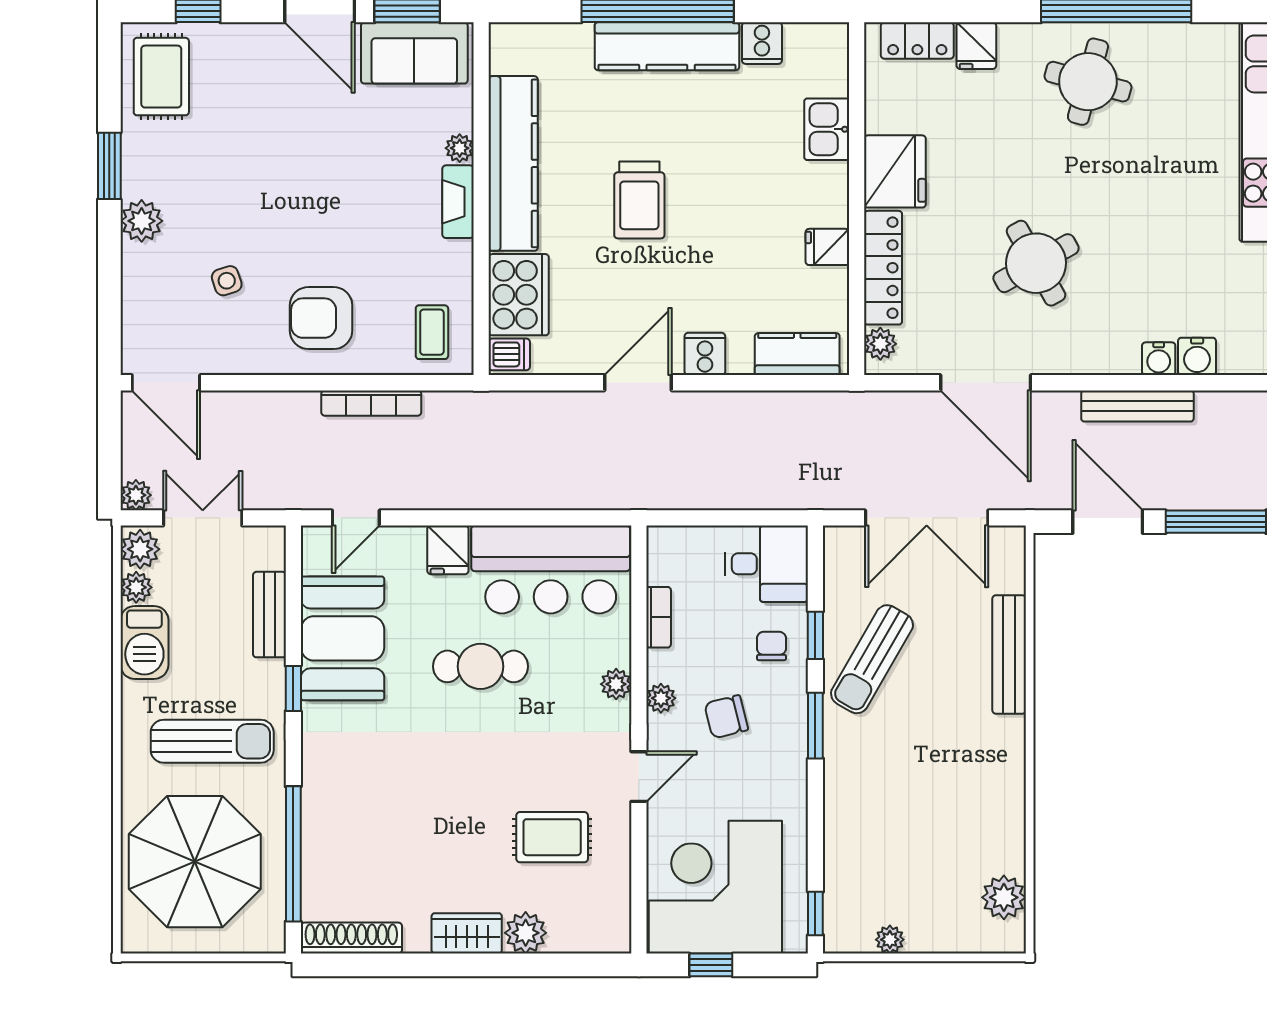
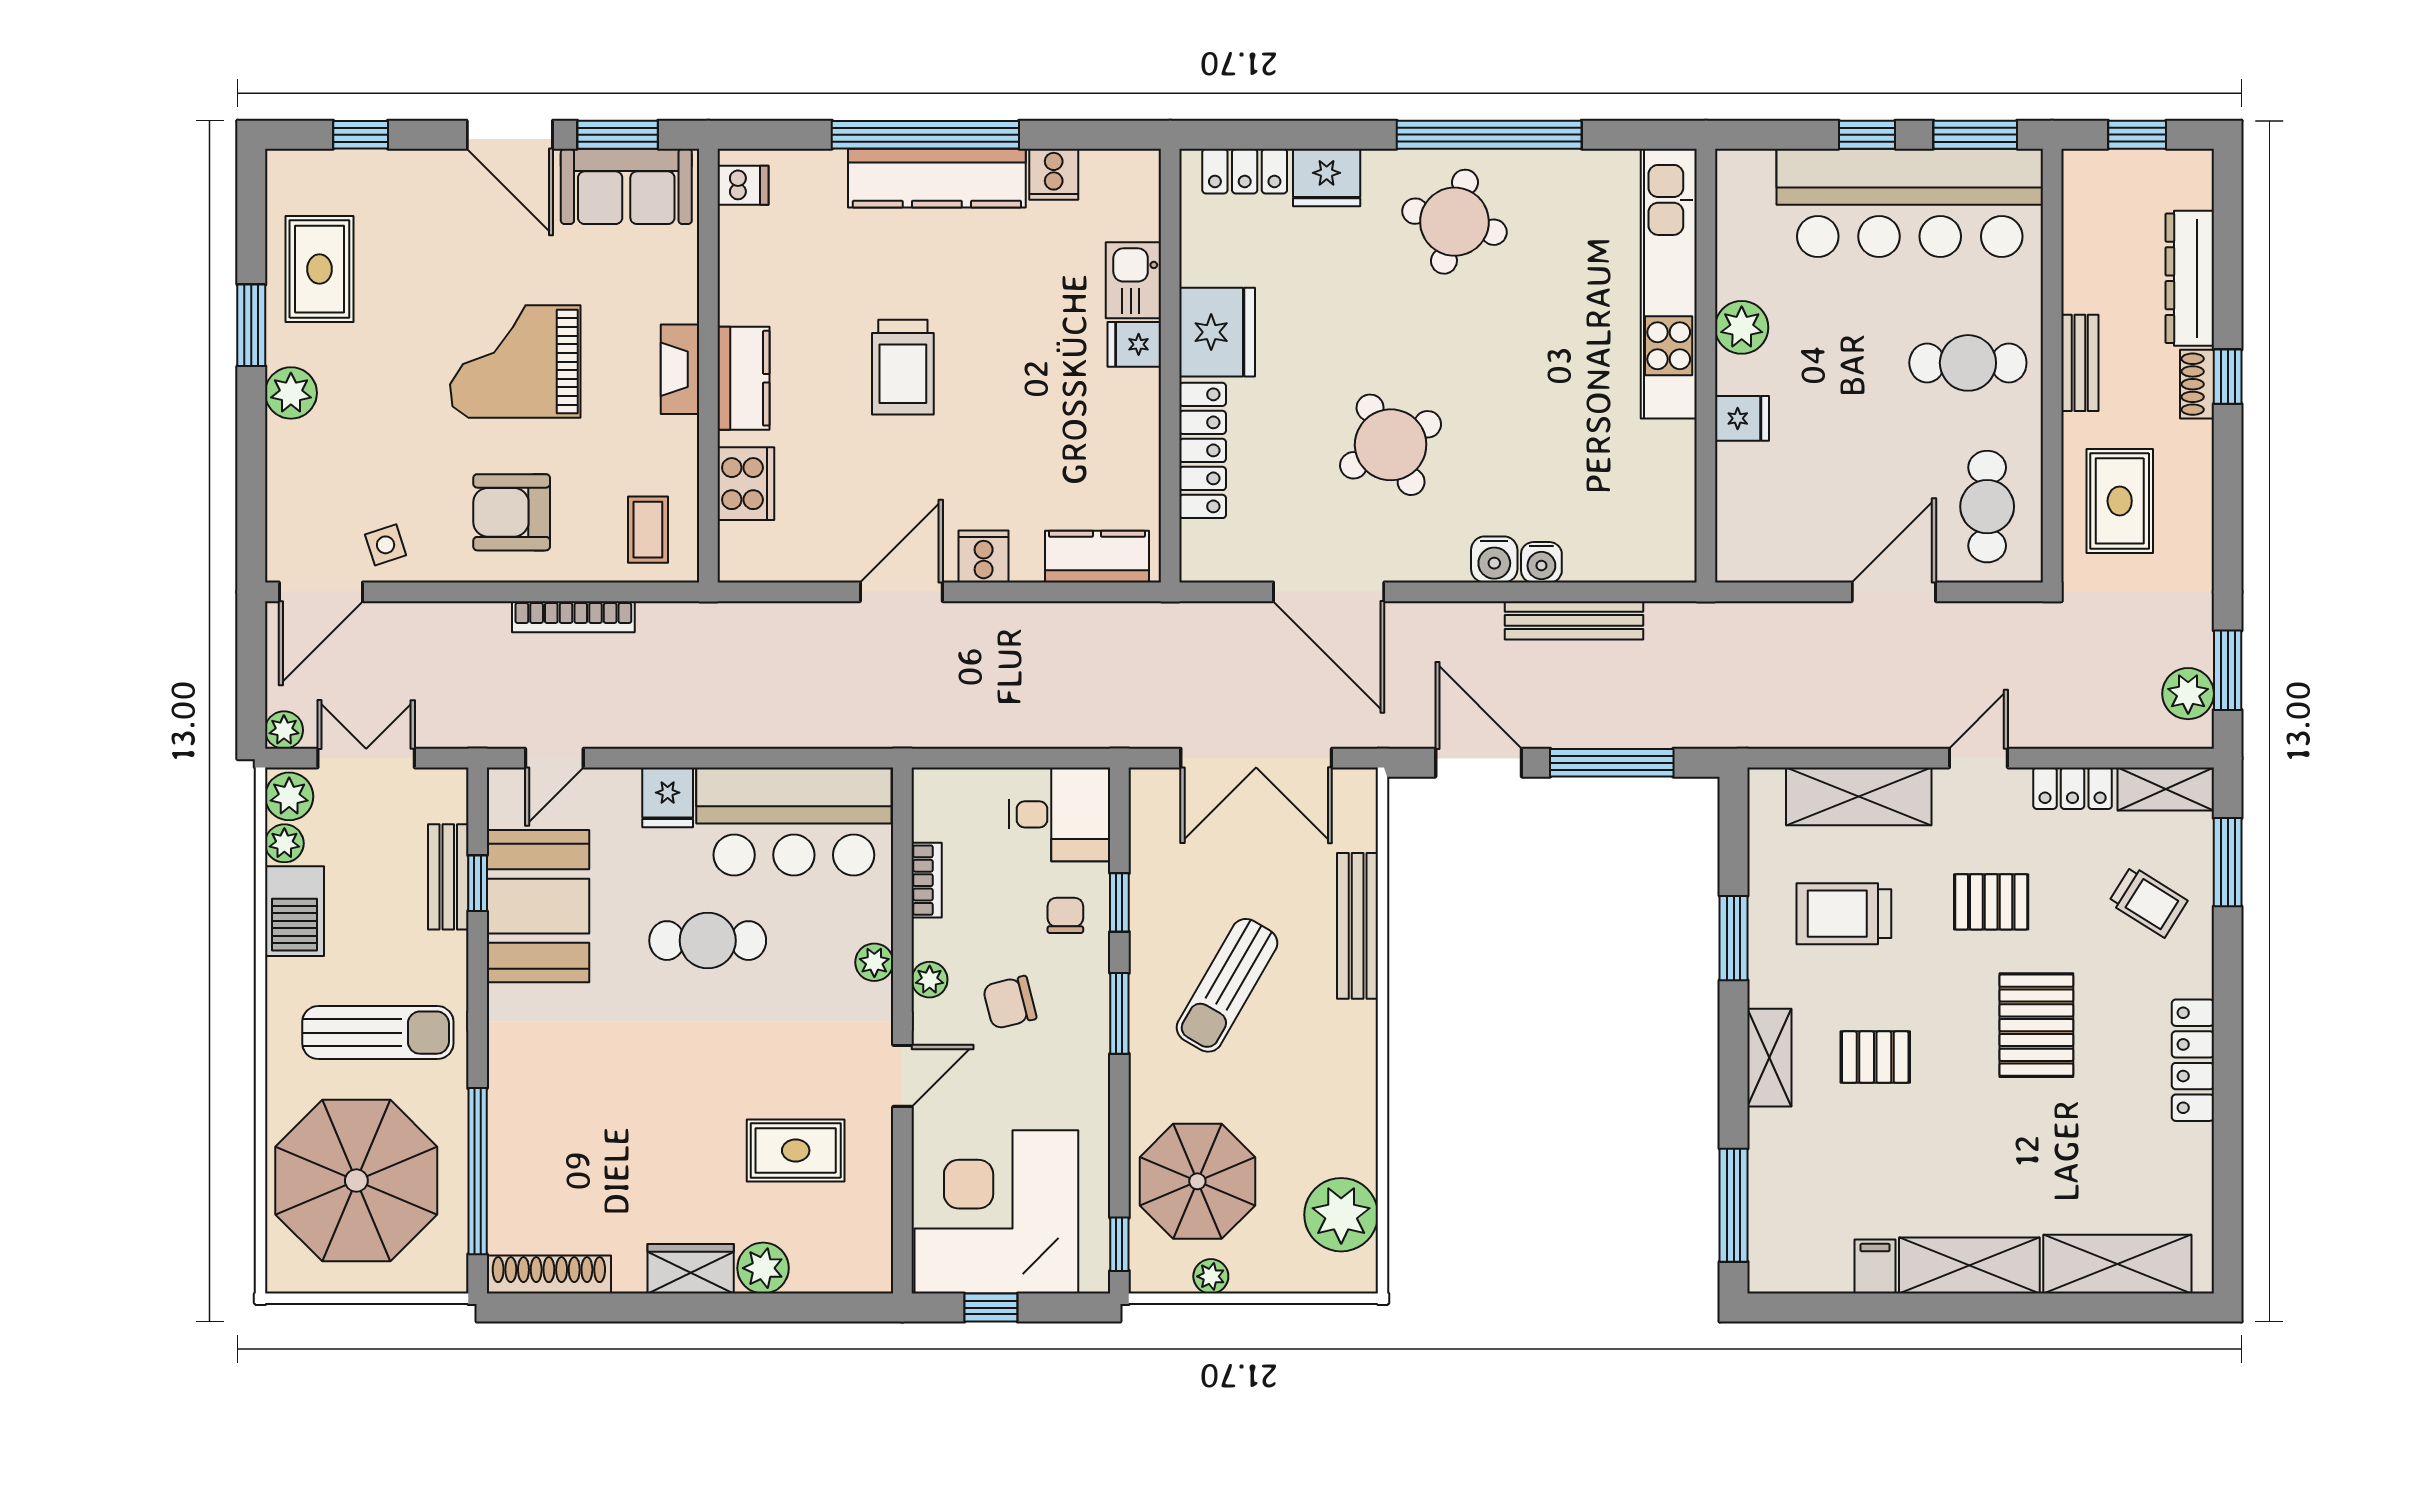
fridge: (976, 46) -> (1327, 177), width x1.38
rug: (161, 77) -> (319, 269), moved
plant: (460, 148) -> (682, 303), removed
kitchen counter: (513, 163) -> (743, 378), width x0.48, depth x0.86
grand piano: (324, 195) -> (515, 362), added
fridge: (827, 247) -> (1134, 344), moved
side table: (227, 281) -> (386, 545), moved
cooker: (519, 295) -> (746, 484), width x0.73, depth x0.76
plant: (880, 344) -> (1199, 544), removed
dishwasher: (509, 354) -> (743, 185), moved
water cooler: (1197, 356) -> (1494, 559), moved
door: (166, 383) -> (321, 592), hinge flipped
bench: (1137, 406) -> (1574, 620), moved
sun lounger: (872, 659) -> (1227, 985), moved
window: (293, 688) -> (478, 883), moved
parasol: (879, 862) -> (1197, 1181), added
plant: (1004, 897) -> (1341, 1215), width x1.36, depth x1.36

